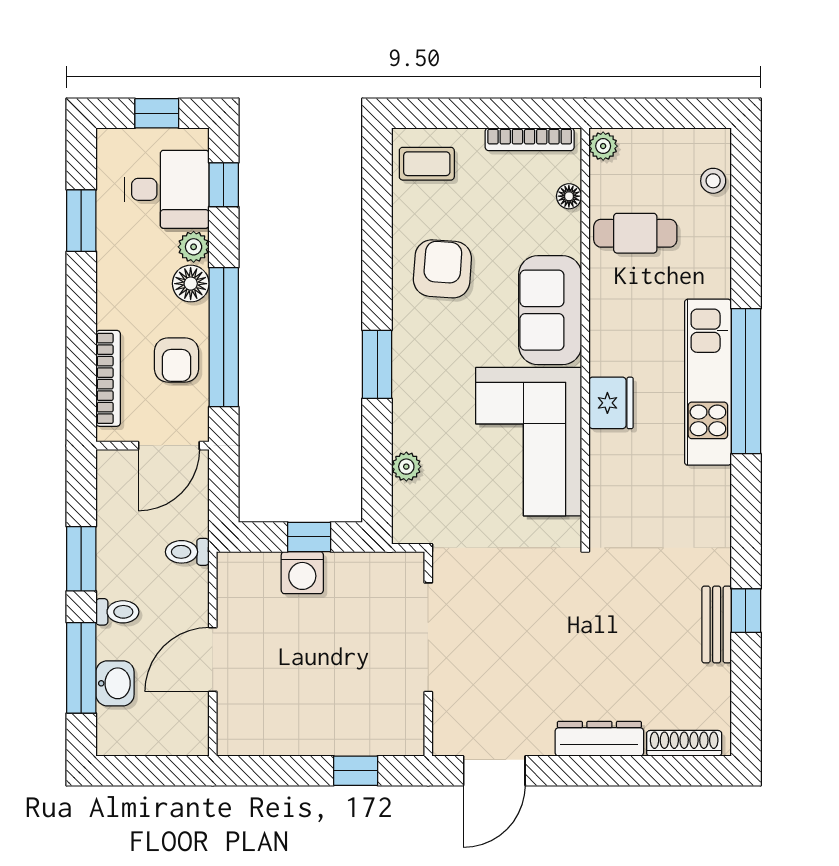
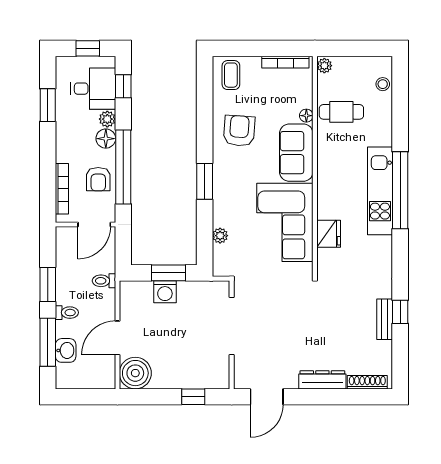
coffee table: (427, 164) -> (231, 75), turned 90
floor lamp: (569, 196) -> (306, 116), moved
fridge: (611, 403) -> (329, 234), moved
window: (309, 537) -> (169, 273), width x1.50
boiler: (246, 726) -> (135, 373), added

